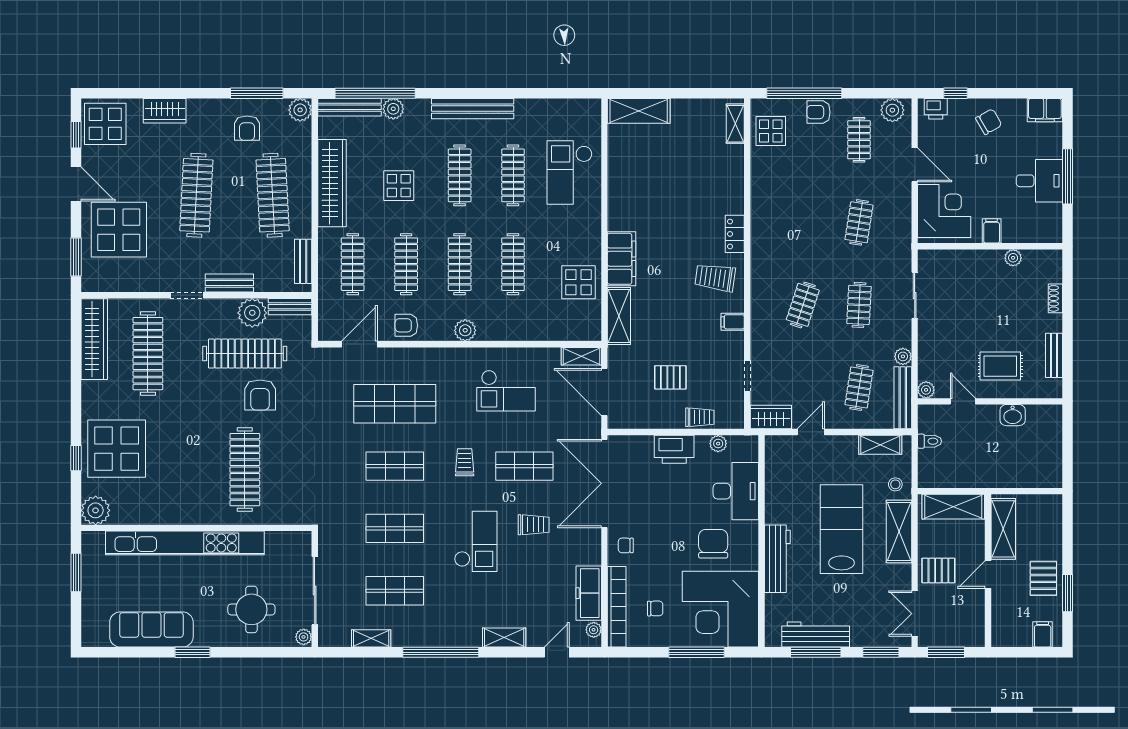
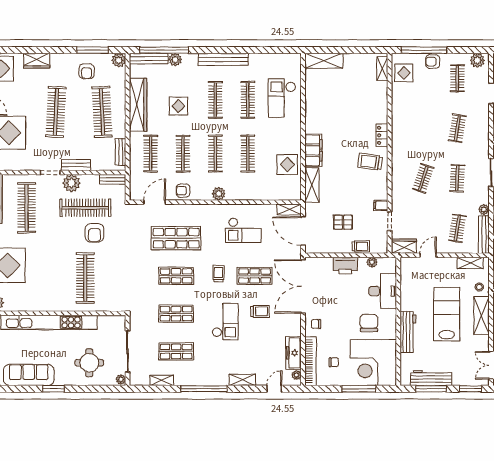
plant: (252, 313) -> (71, 183), moved
filing cabinet: (733, 322) -> (381, 205), moved

